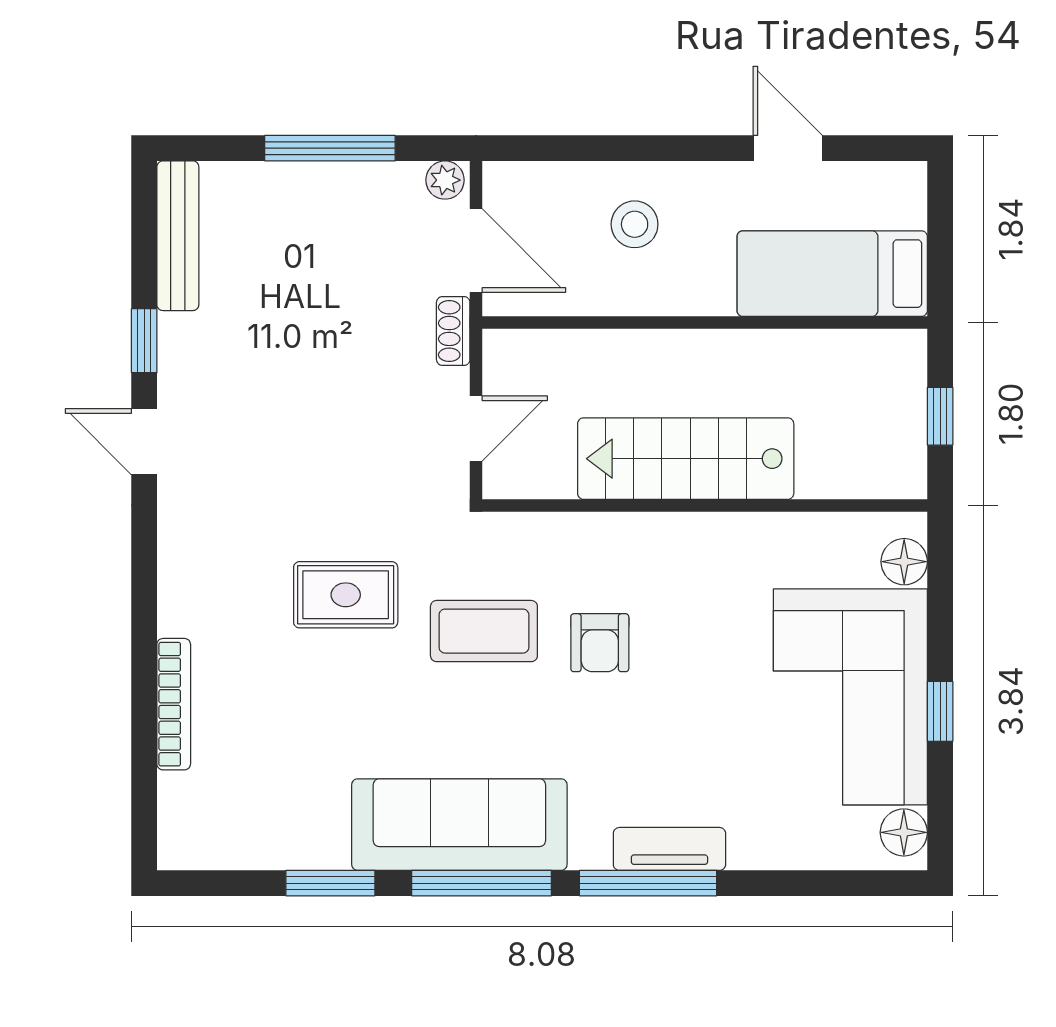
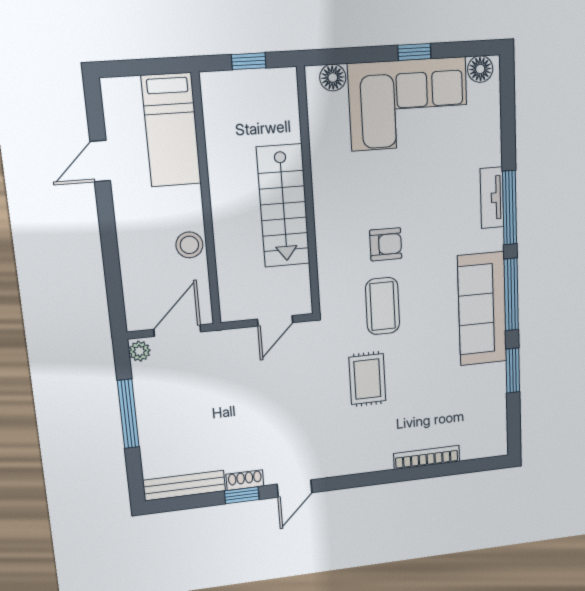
stool: (635, 224) -> (189, 245), moved
shoe rack: (453, 331) -> (245, 480), moved, turned 180
door: (476, 429) -> (275, 321), swing flipped

